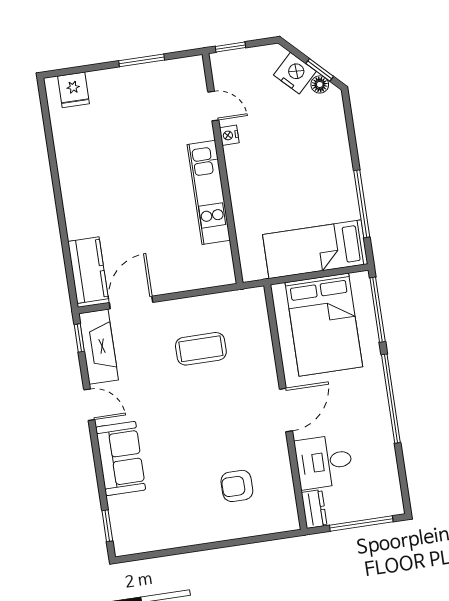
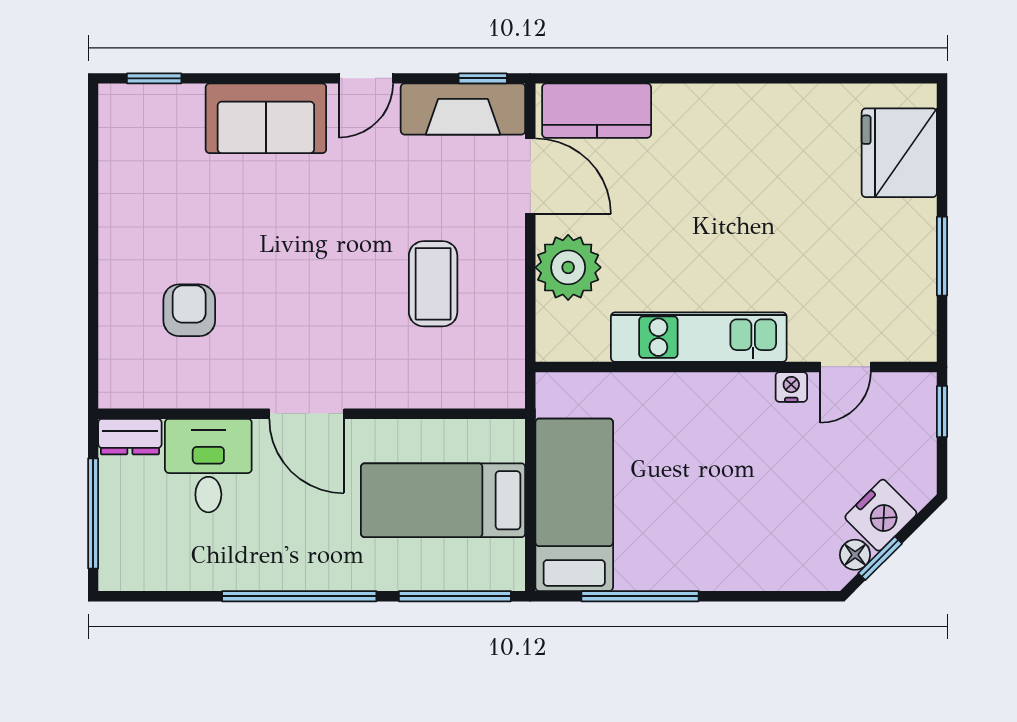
fridge: (73, 90) -> (899, 153), width x1.88, depth x1.34
plant: (180, 273) -> (568, 267), added
bed: (324, 325) -> (443, 500), width x0.67

